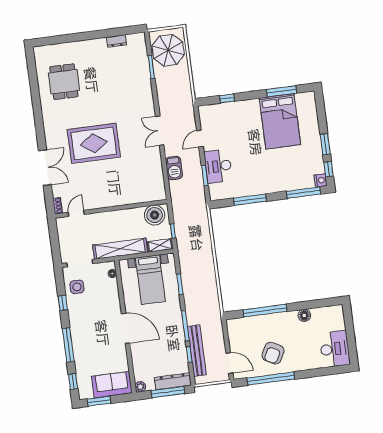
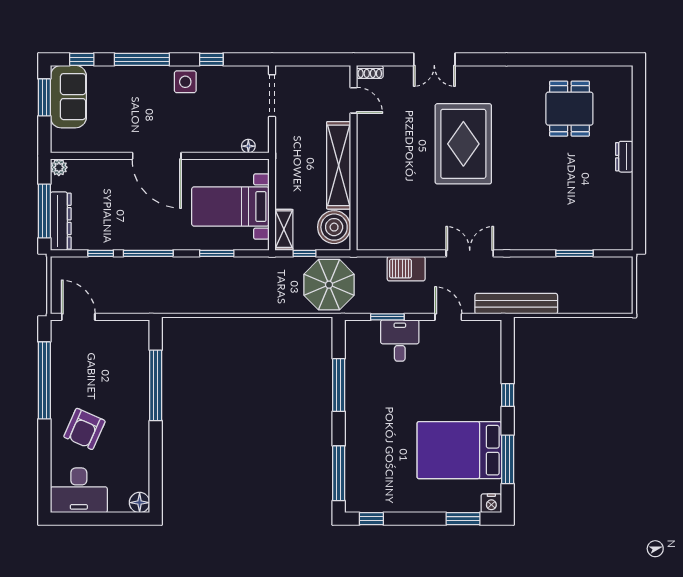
dresser: (116, 41) -> (624, 157), moved
parasol: (168, 50) -> (329, 285), moved
dining table: (64, 82) -> (569, 109), turned 90
window: (227, 98) -> (508, 395), moved
window: (325, 144) -> (463, 519), moved
desk: (218, 166) -> (400, 341), width x0.73
double door: (45, 168) -> (434, 59), width x0.73
nightstand: (320, 180) -> (491, 503), moved
shelving: (120, 249) -> (339, 165), moved
side table: (77, 287) -> (185, 82), moved
floor lamp: (304, 315) -> (140, 503), moved
door: (126, 328) -> (157, 156), hinge flipped
bench: (197, 351) -> (516, 304), moved
armchair: (273, 353) -> (84, 429), moved, turned -94
door: (230, 363) -> (78, 317), swing flipped
sofa: (112, 385) -> (68, 97), moved

